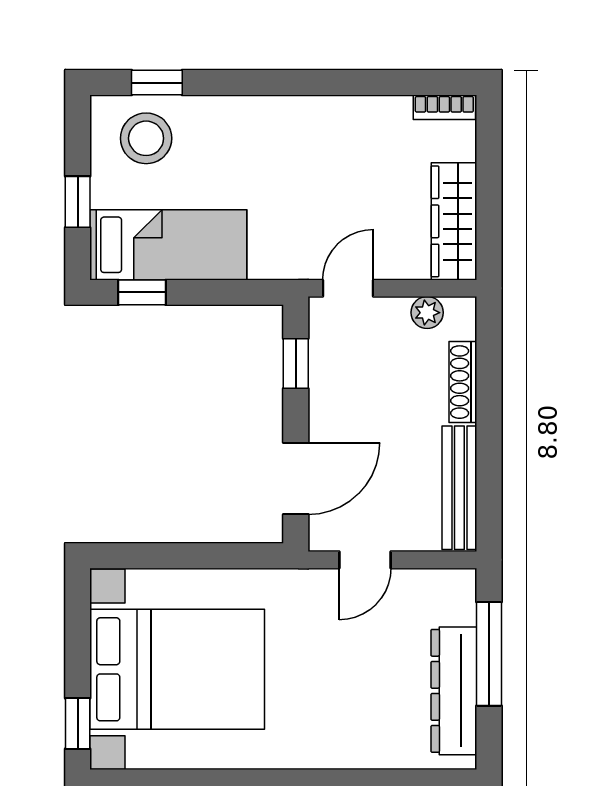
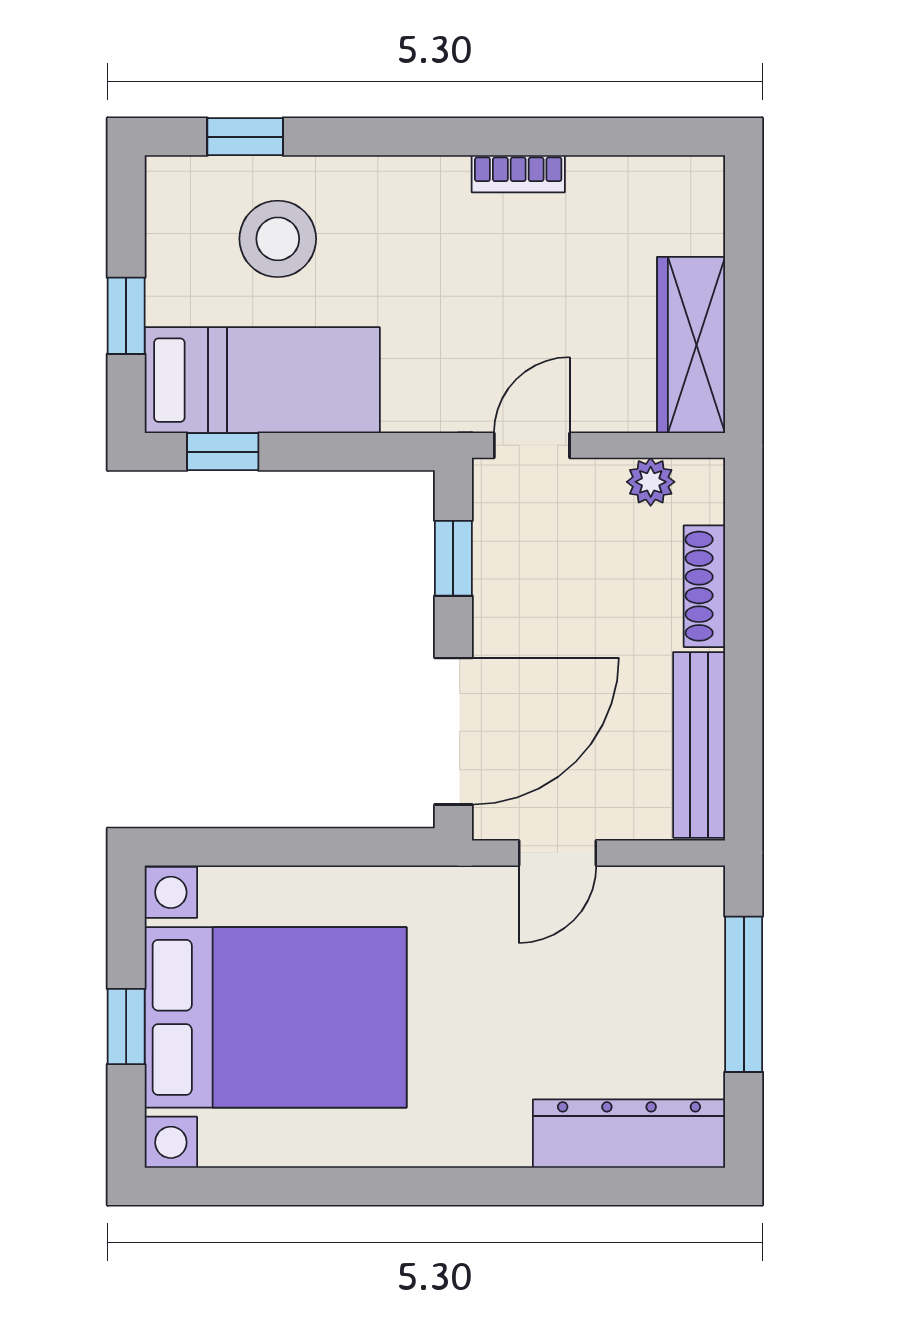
bookcase: (444, 107) -> (518, 174), moved
stool: (146, 138) -> (278, 239), moved
door: (296, 479) -> (453, 731), width x1.36
dresser: (454, 691) -> (629, 1134), moved, turned 90
window: (78, 723) -> (126, 1027), moved

